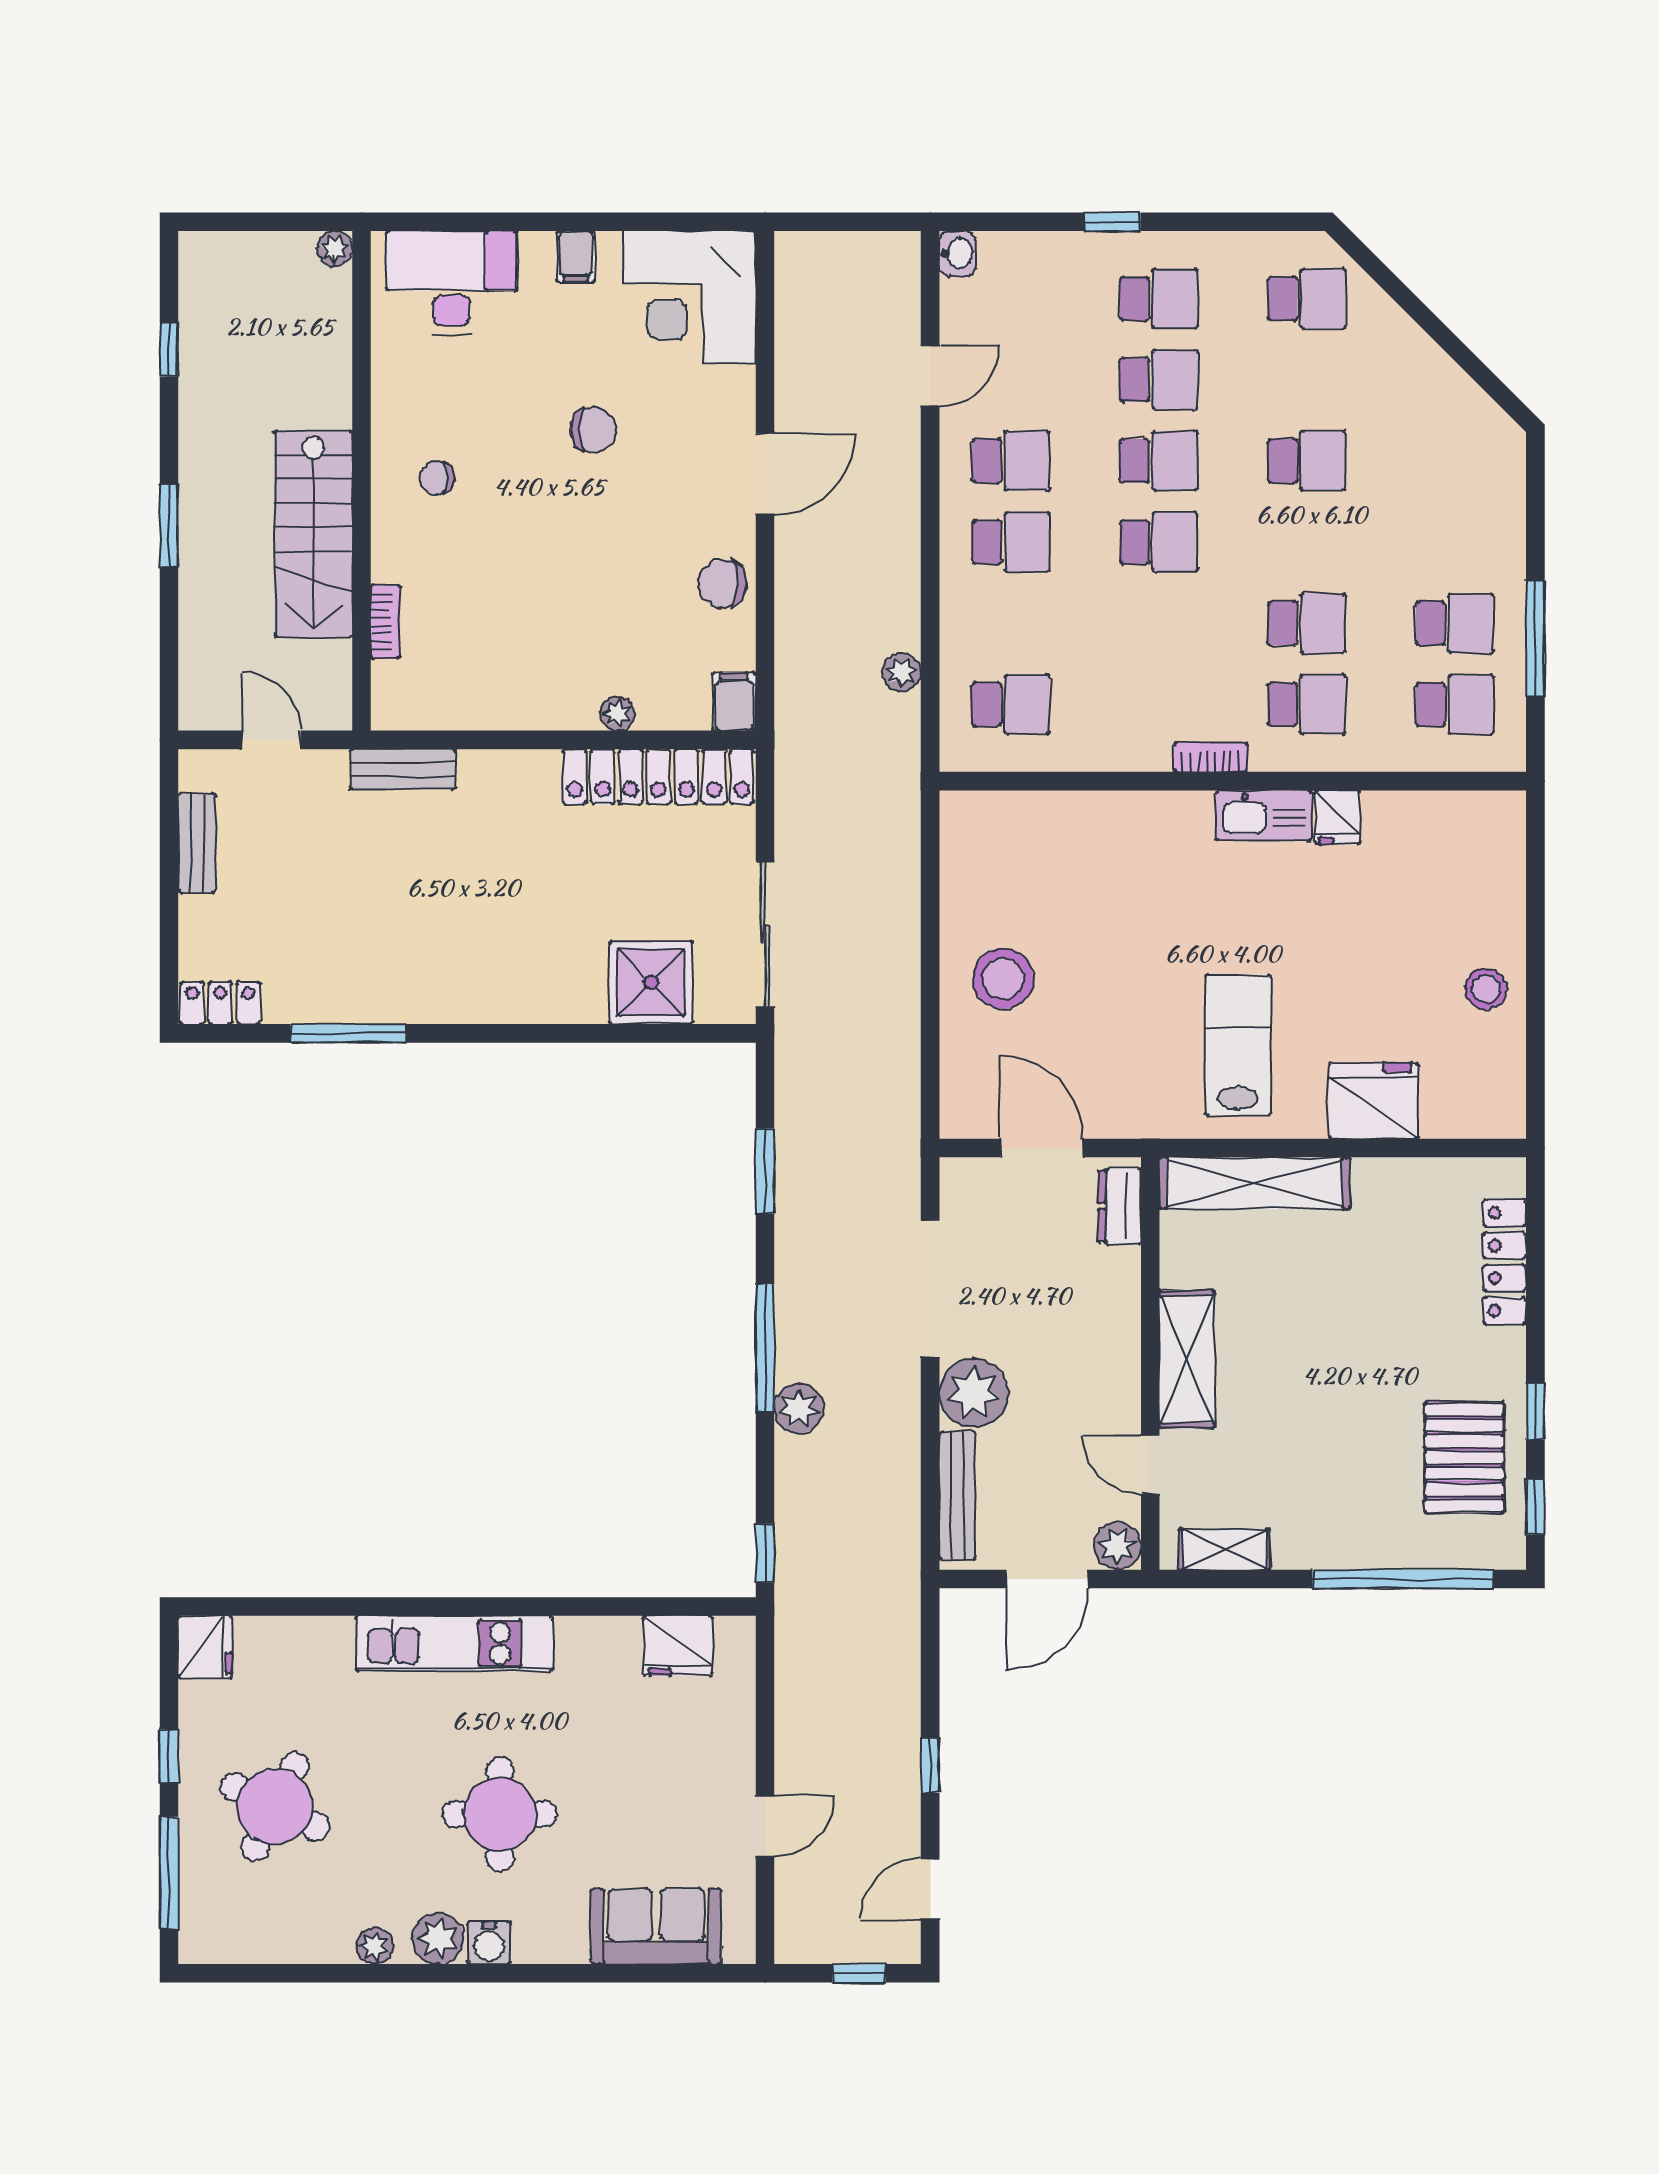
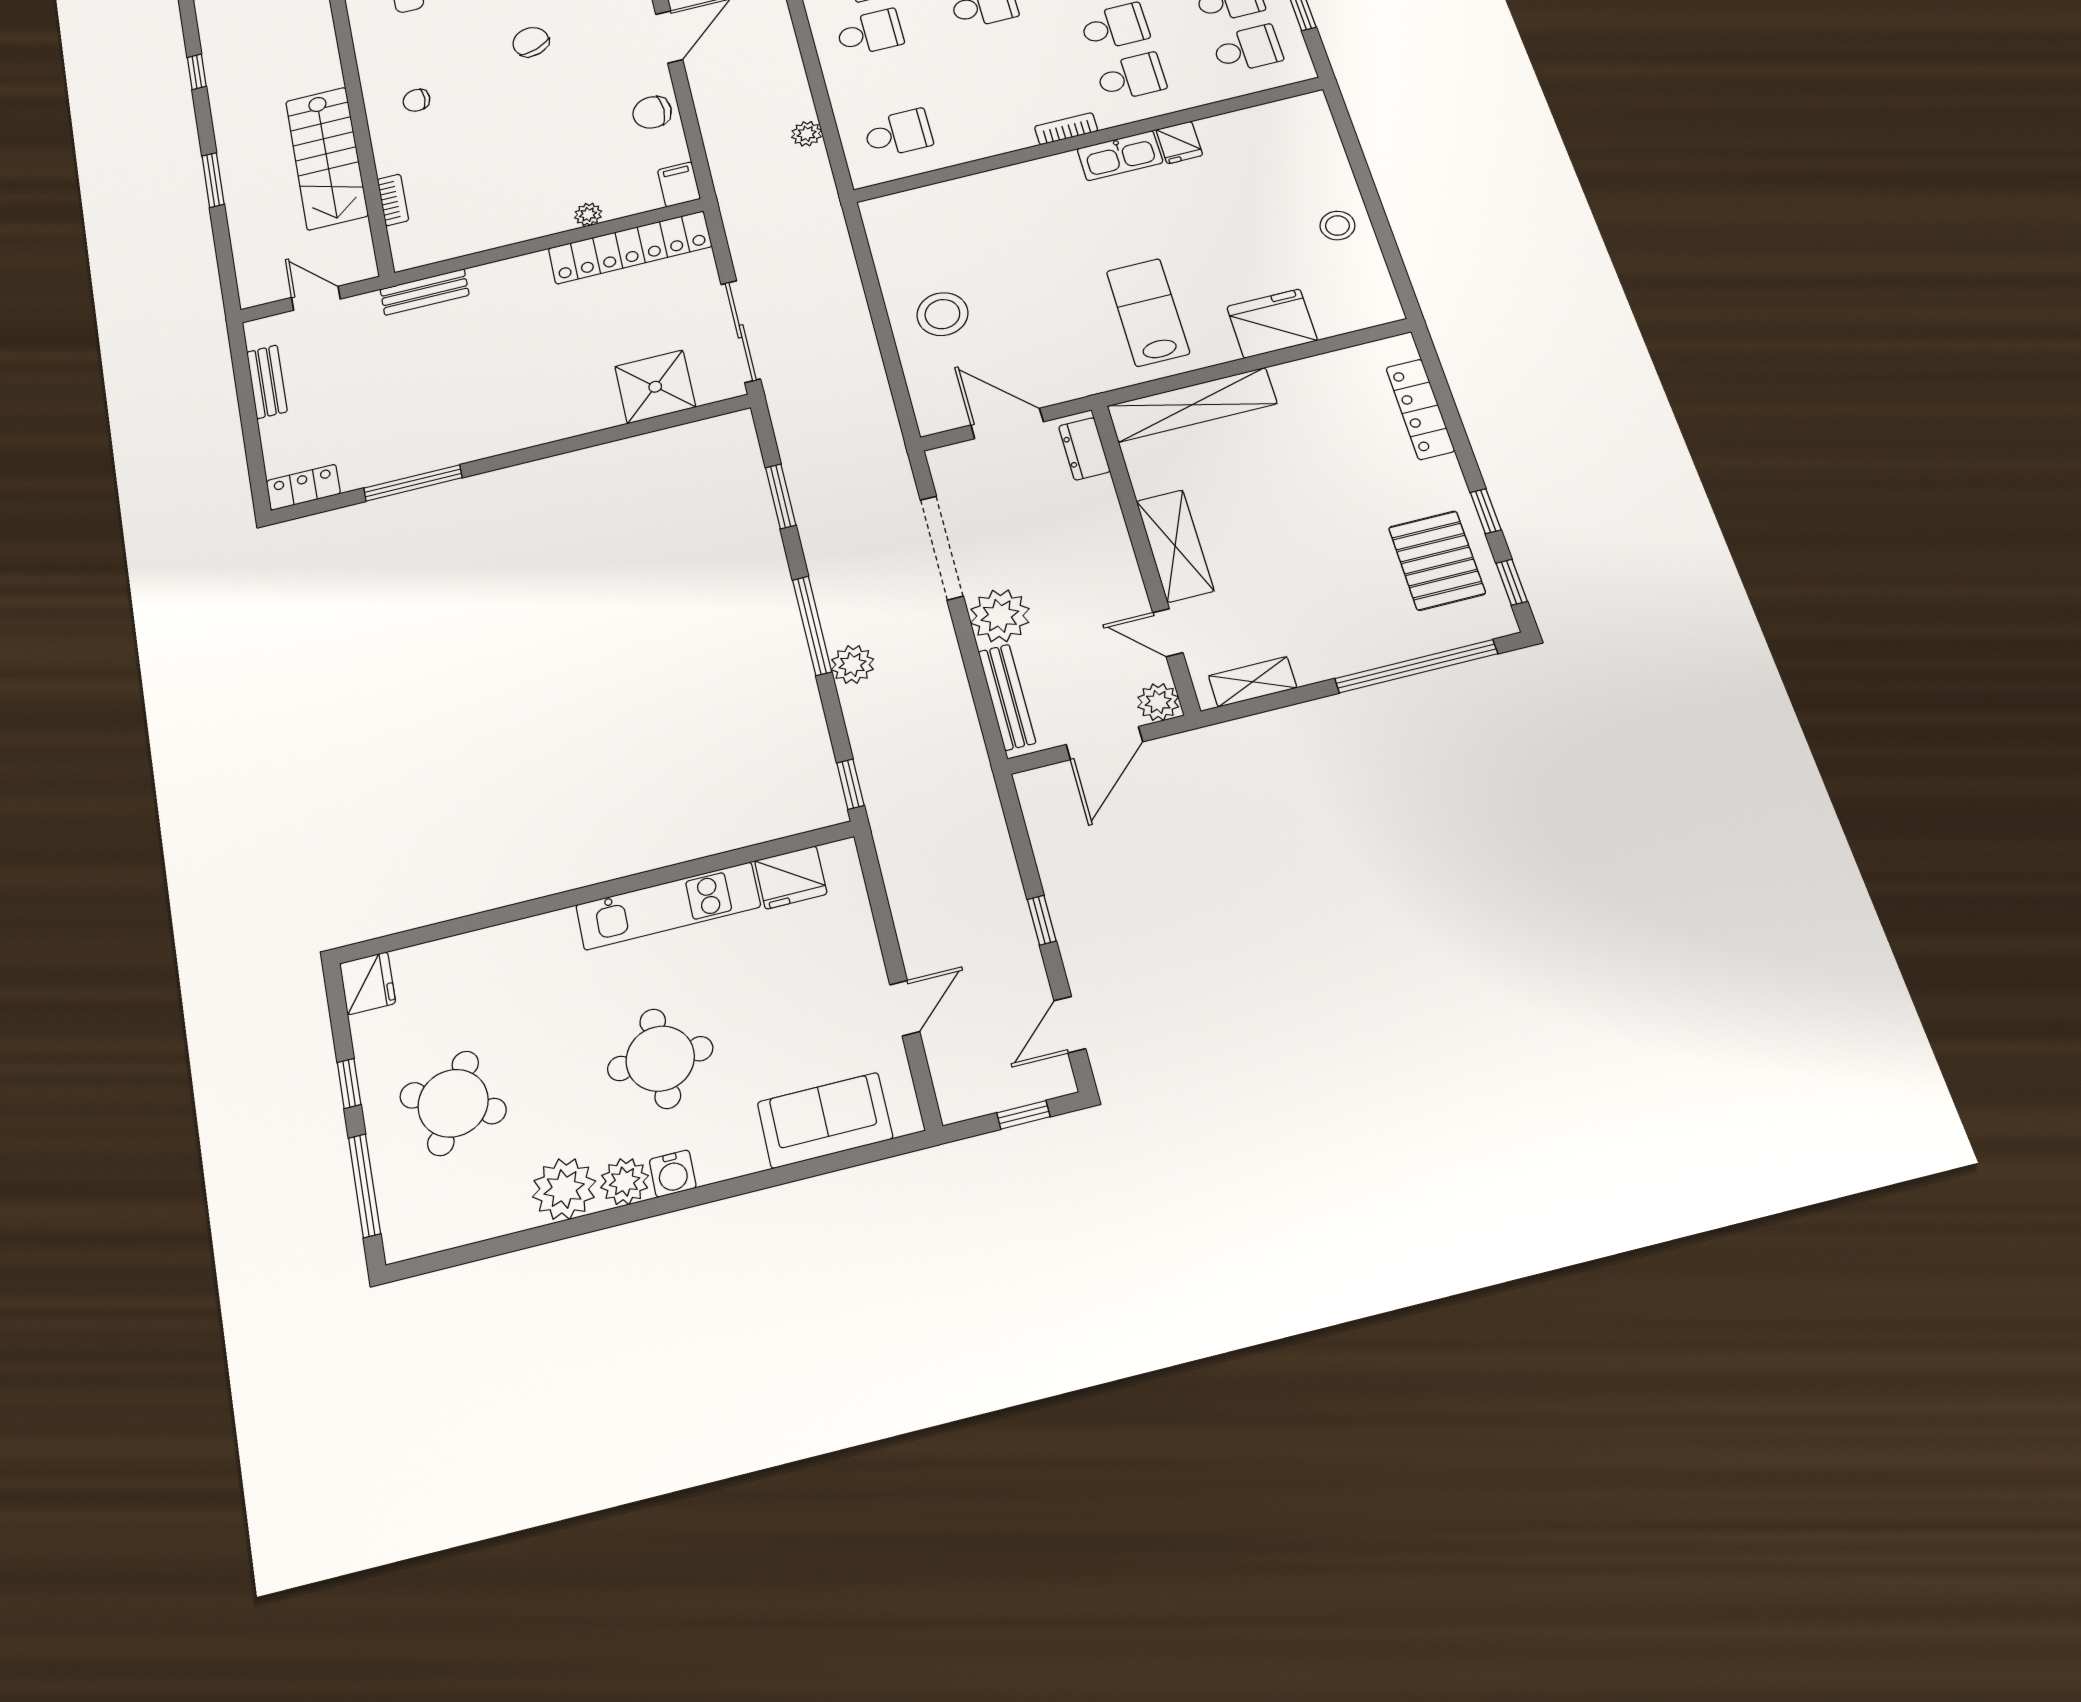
chair: (593, 430) -> (531, 42), turned -112
kitchen unit: (455, 1643) -> (668, 906), moved
plant: (375, 1946) -> (564, 1189), width x1.88, depth x1.88

